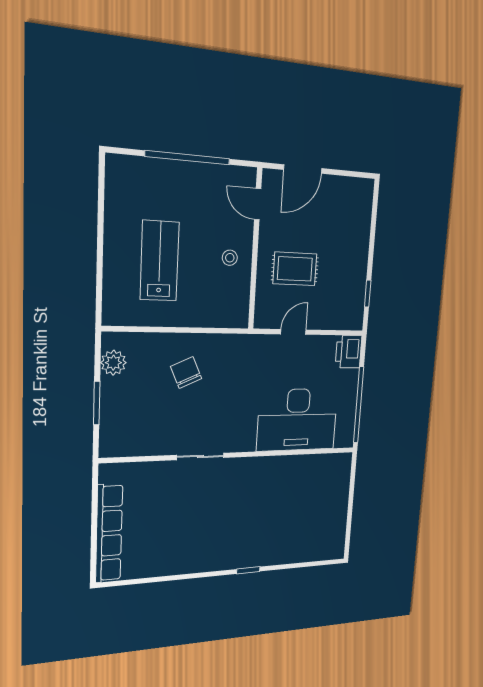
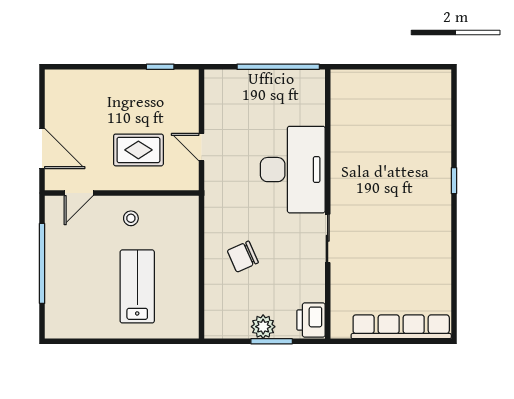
lab bench: (160, 261) -> (137, 286), turned 90
rug: (295, 269) -> (138, 150), turned 90
printer: (349, 352) -> (311, 320), moved, turned 90
plant: (113, 363) -> (263, 327), moved
desk: (297, 420) -> (293, 170), moved

